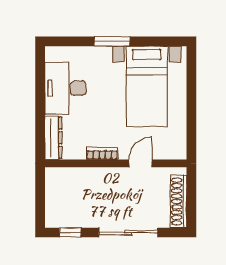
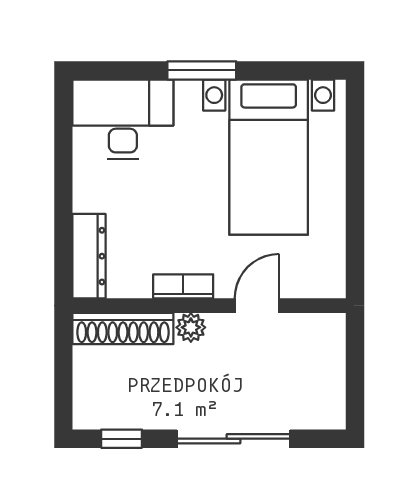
desk: (65, 88) -> (123, 119), moved, turned 90
plant: (106, 175) -> (191, 327), added
shoe rack: (179, 202) -> (123, 329), moved, turned -90

